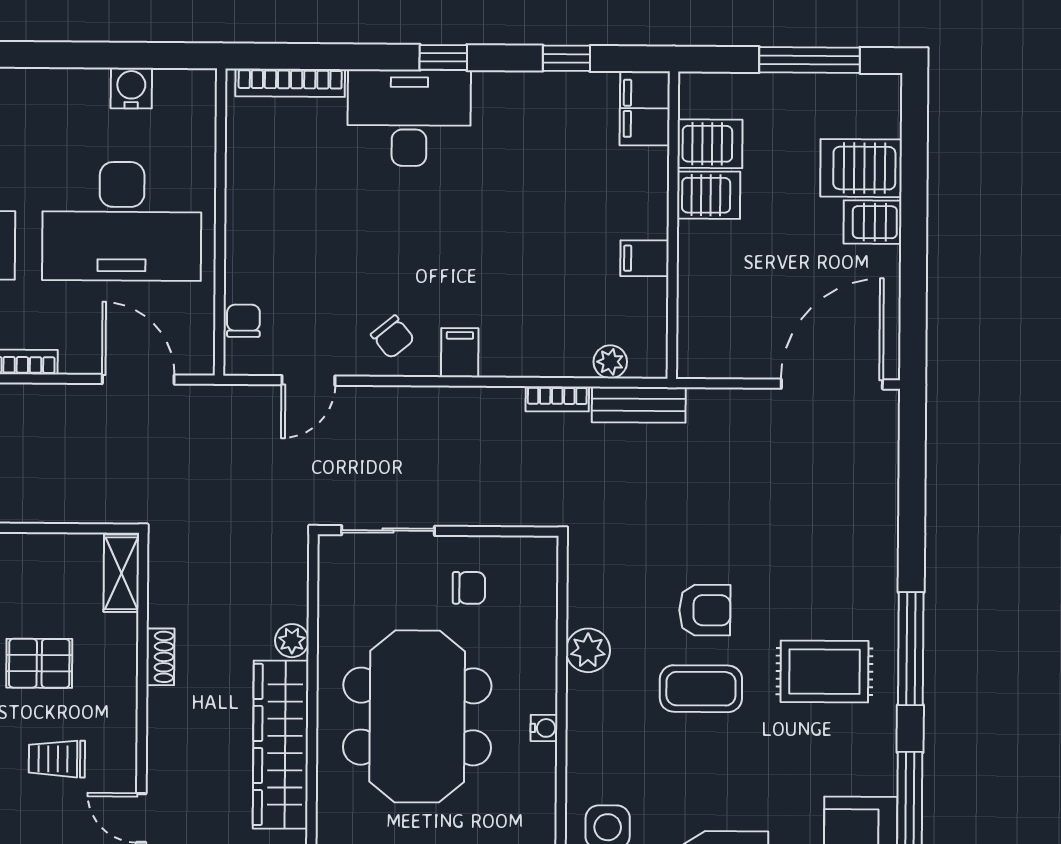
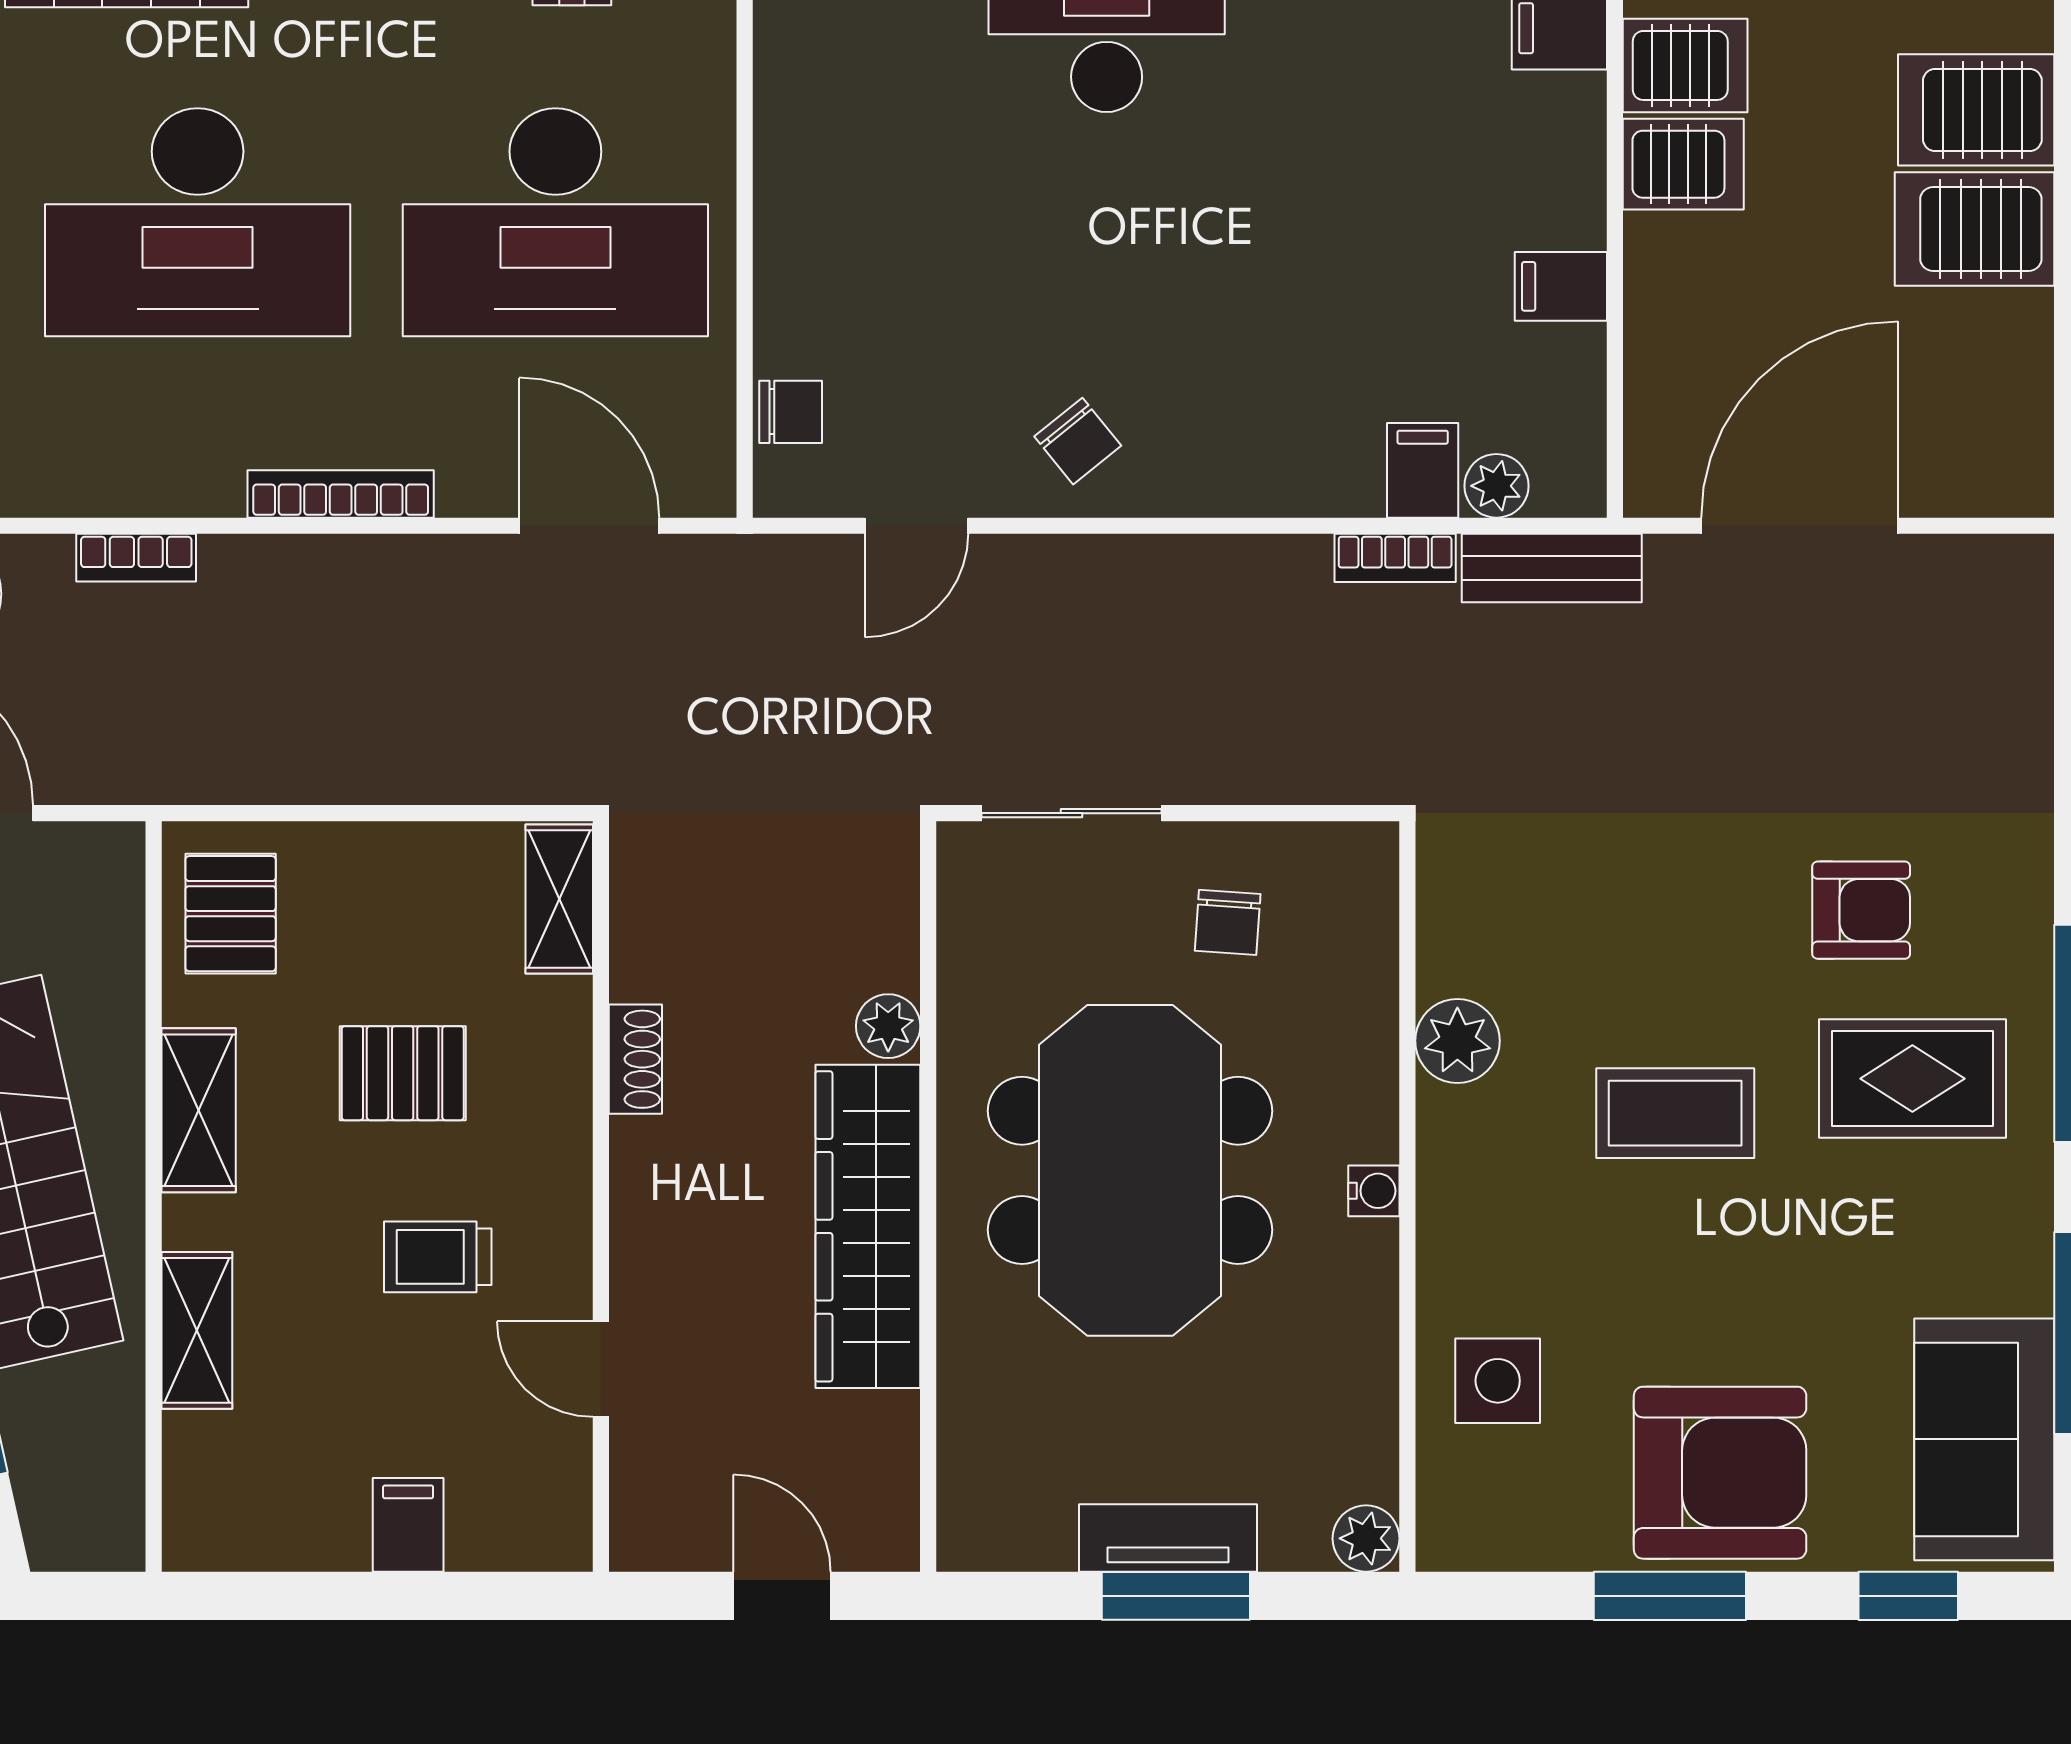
server rack: (872, 222) -> (1974, 229), width x1.36, depth x1.44
chair: (243, 321) -> (791, 412), turned 90
filing cabinet: (460, 353) -> (1423, 470), moved
door: (832, 384) -> (1800, 526), moved
chair: (469, 588) -> (1228, 922), turned 94
armchair: (705, 610) -> (1861, 910), moved

